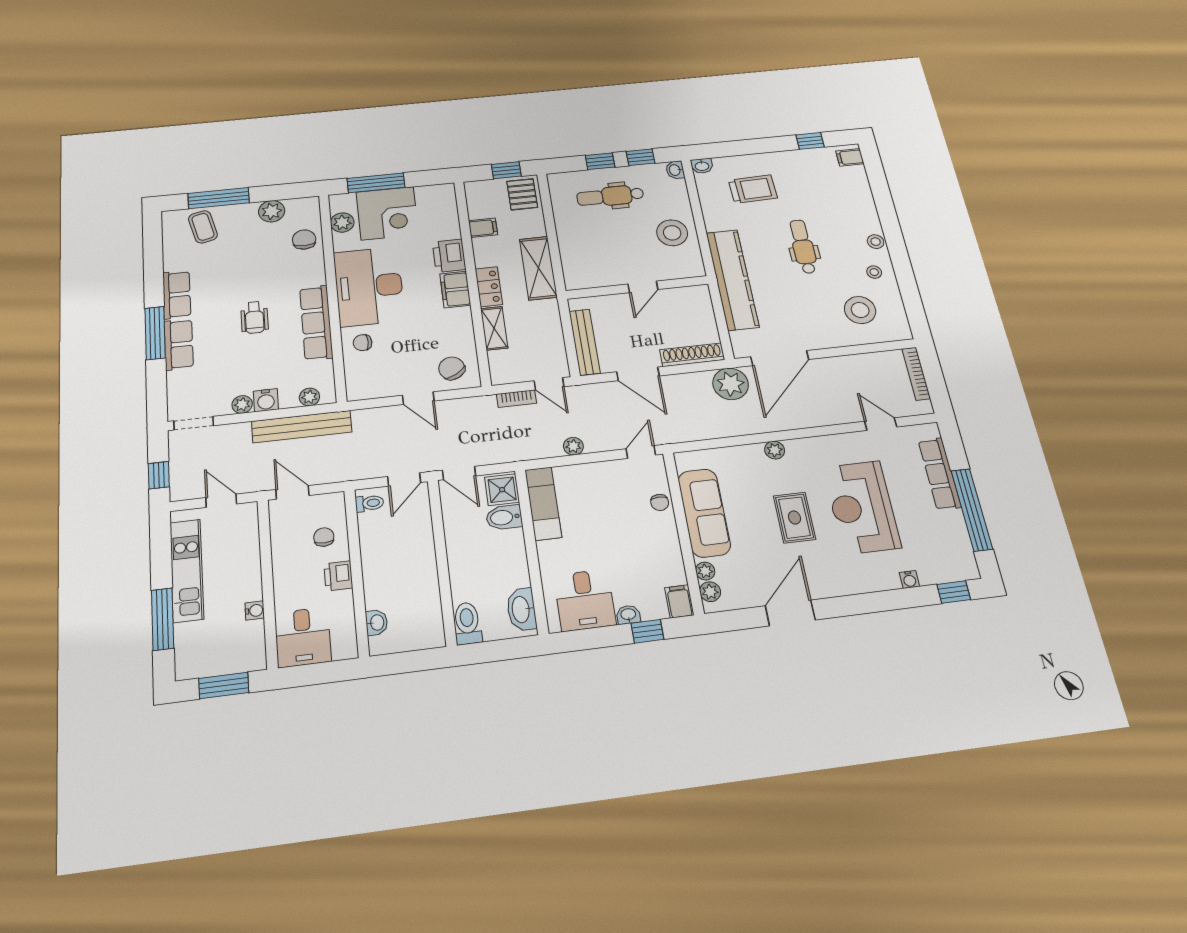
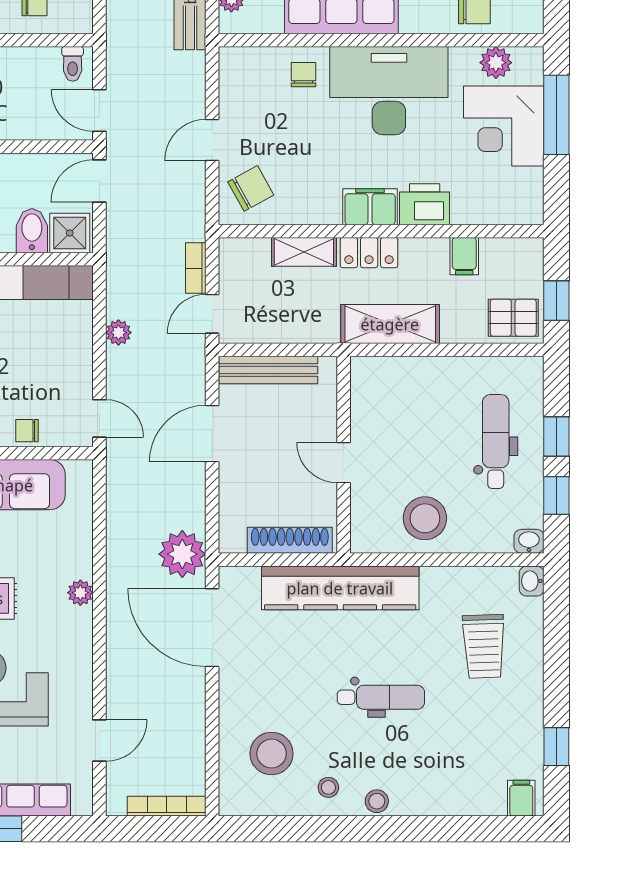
shoe rack: (692, 355) -> (290, 540), moved, turned -90

